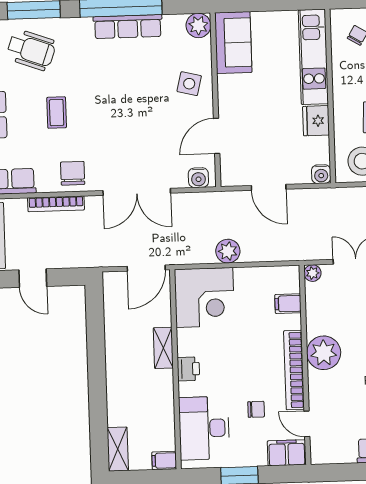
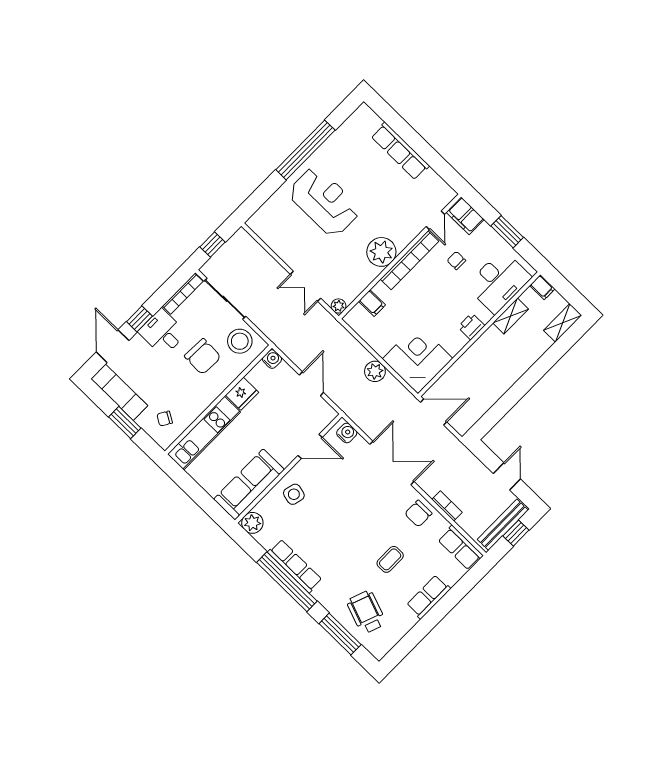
sofa: (233, 43) -> (249, 484), width x1.36
bookcase: (56, 204) -> (447, 506), width x0.64
shelving: (163, 348) -> (511, 316), moved

